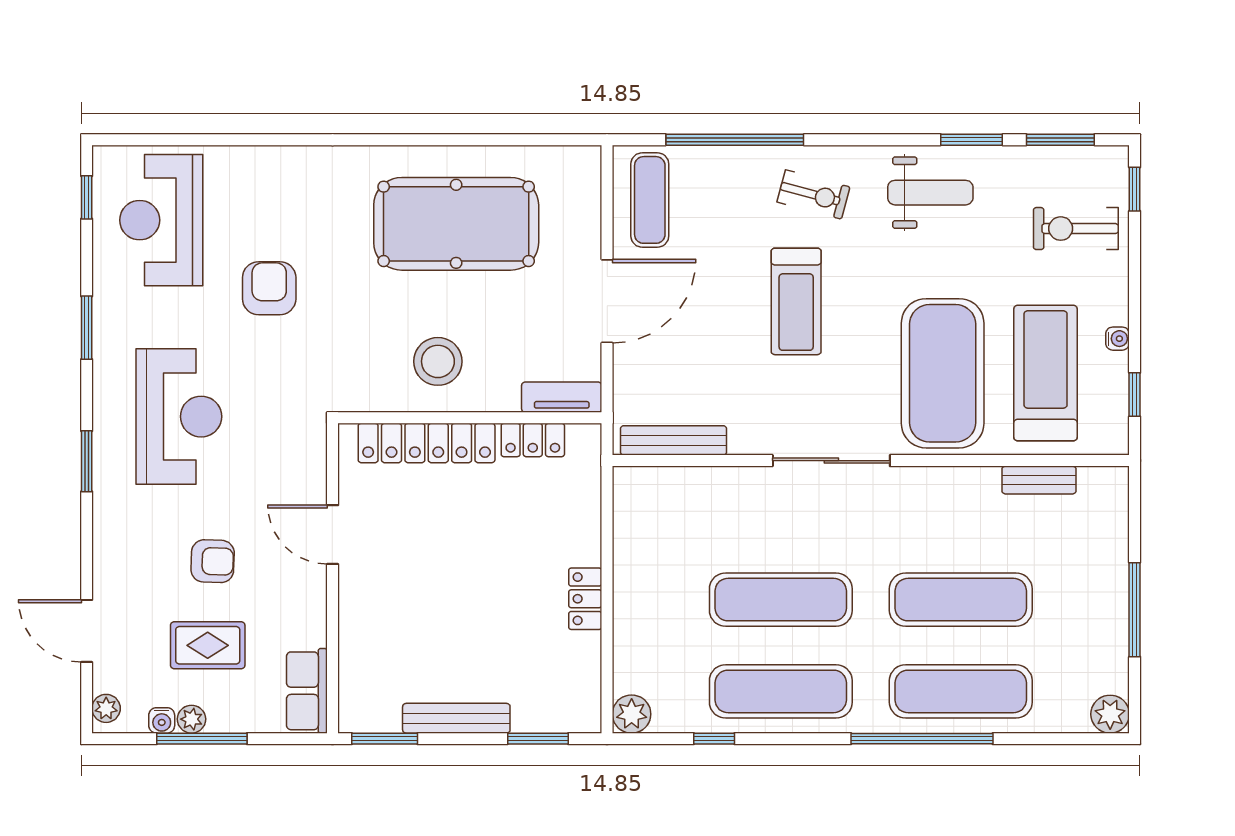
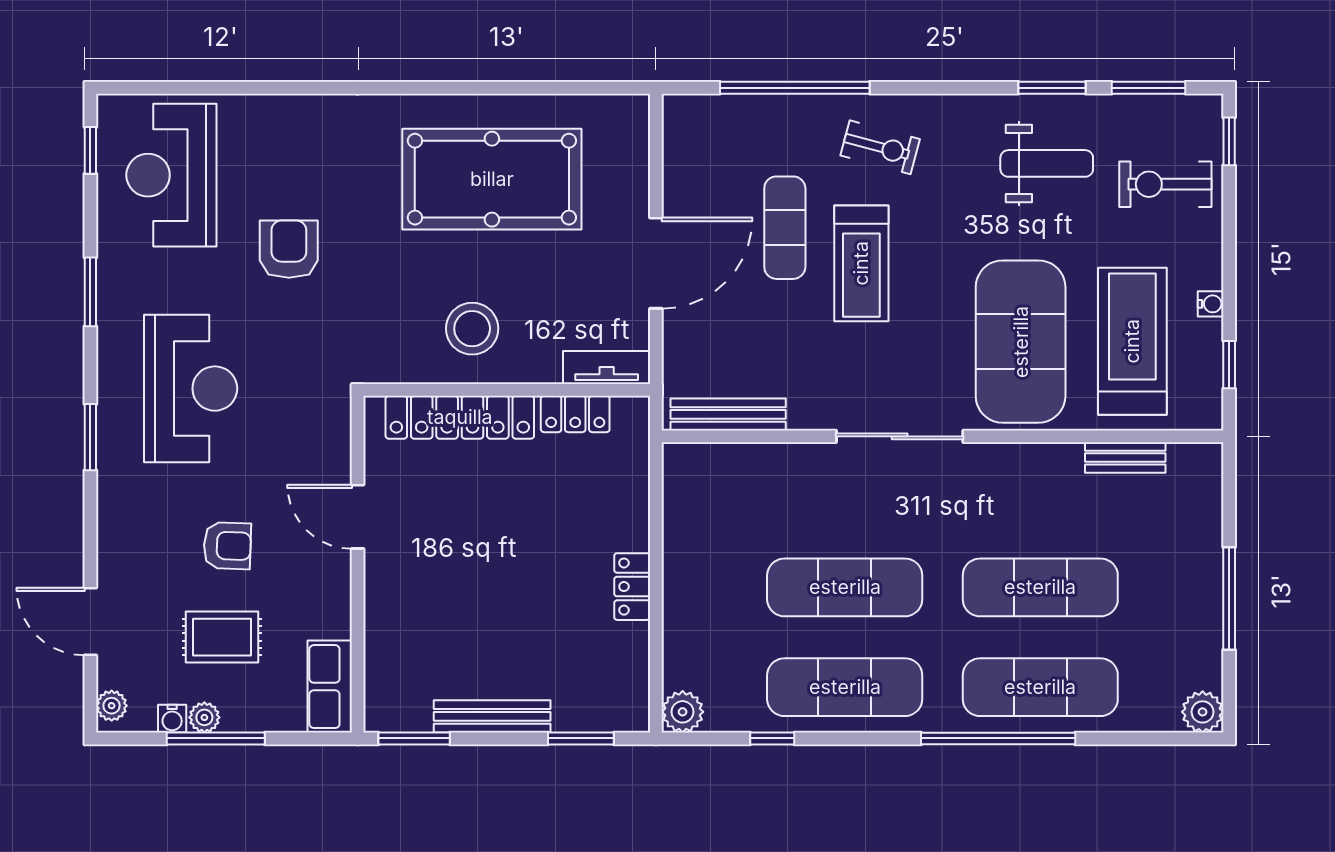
weight bench: (930, 193) -> (1047, 163), moved
exercise mat: (650, 200) -> (785, 228), moved

